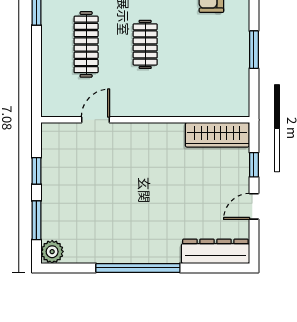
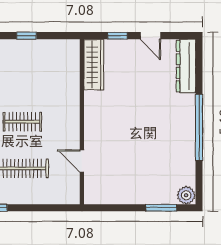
window: (254, 50) -> (26, 36), width x0.67
window: (36, 171) -> (122, 208), removed

